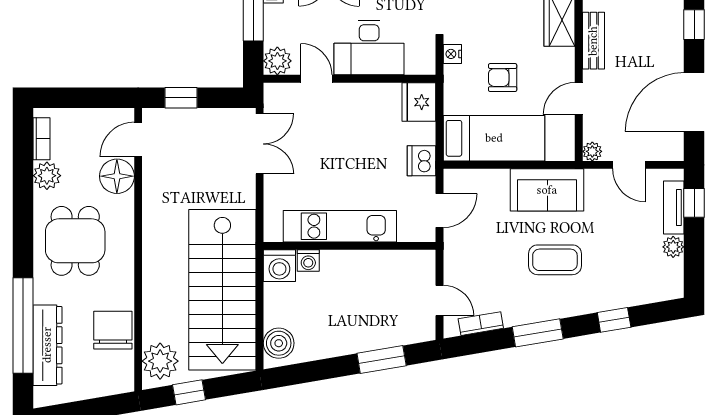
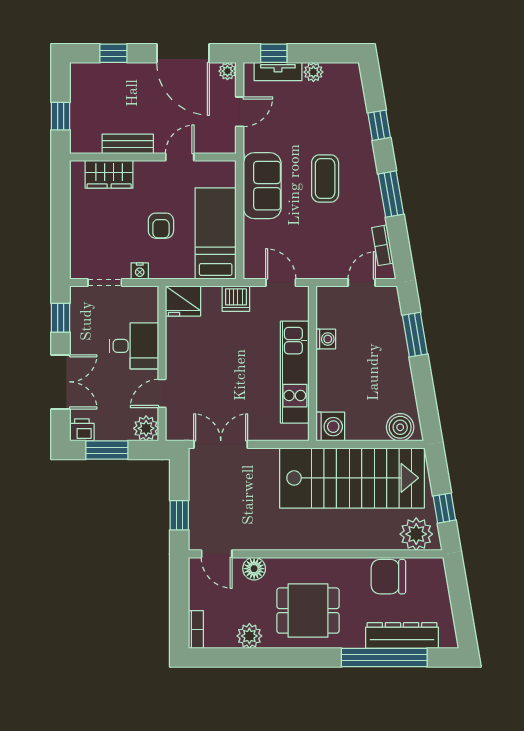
desk: (369, 48) -> (134, 346), width x0.73
door: (579, 98) -> (180, 157), swing flipped
bookcase: (41, 139) -> (196, 630), moved, turned 90
plant: (592, 151) -> (227, 71), moved
floor lamp: (117, 176) -> (254, 569), width x0.73, depth x0.73
washing machine: (308, 261) -> (326, 339), moved

